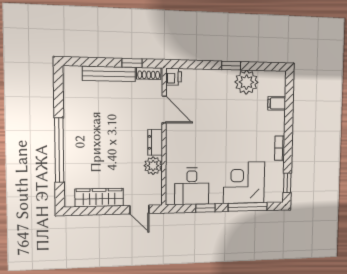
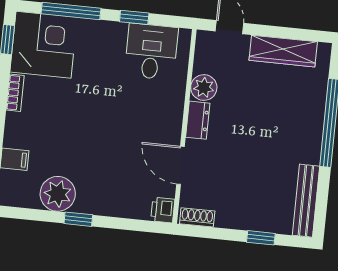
window: (132, 63) -> (261, 238), moved
bench: (109, 74) -> (306, 201), moved, turned 90
corner desk: (244, 183) -> (44, 45), moved, turned -90

